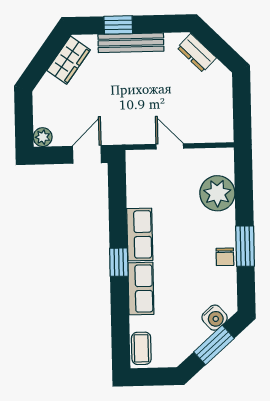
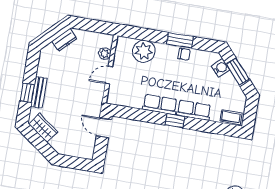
bench: (131, 43) -> (39, 92), width x0.73
dresser: (197, 53) -> (64, 40), moved
plant: (43, 137) -> (105, 54), moved

